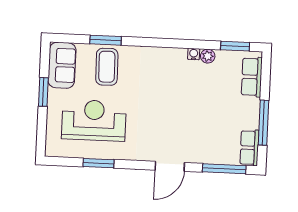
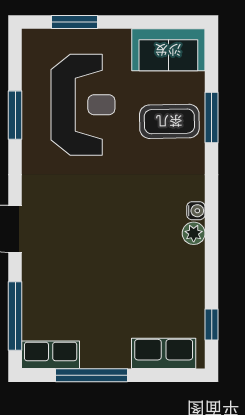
window: (235, 46) -> (212, 324), width x0.67
water cooler: (194, 54) -> (196, 211), moved
plant: (208, 56) -> (194, 233), moved
window: (43, 92) -> (75, 22), moved

